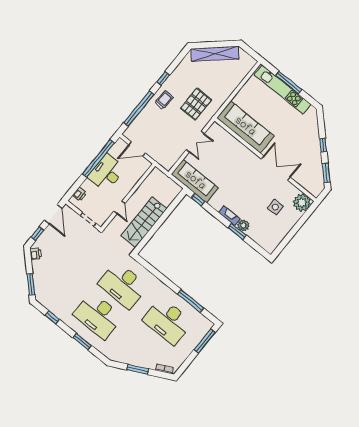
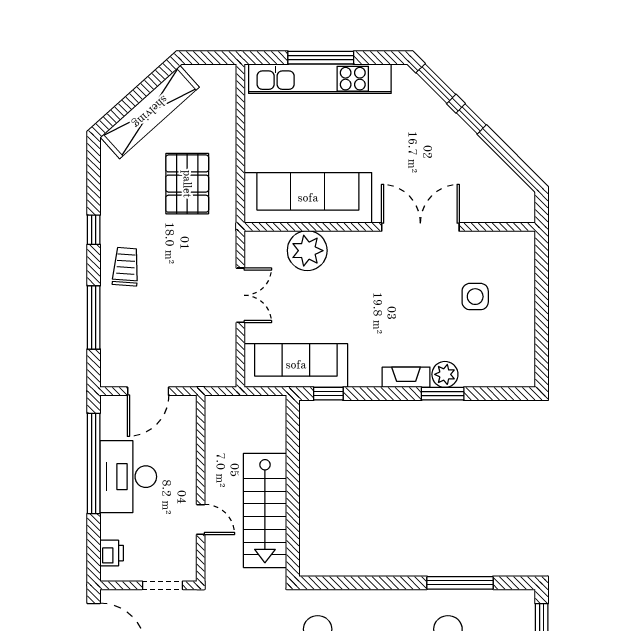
pallet: (196, 104) -> (187, 184), moved
window: (139, 109) -> (94, 317), width x0.68
window: (326, 173) -> (436, 84), moved
plant: (302, 203) -> (307, 251), moved

